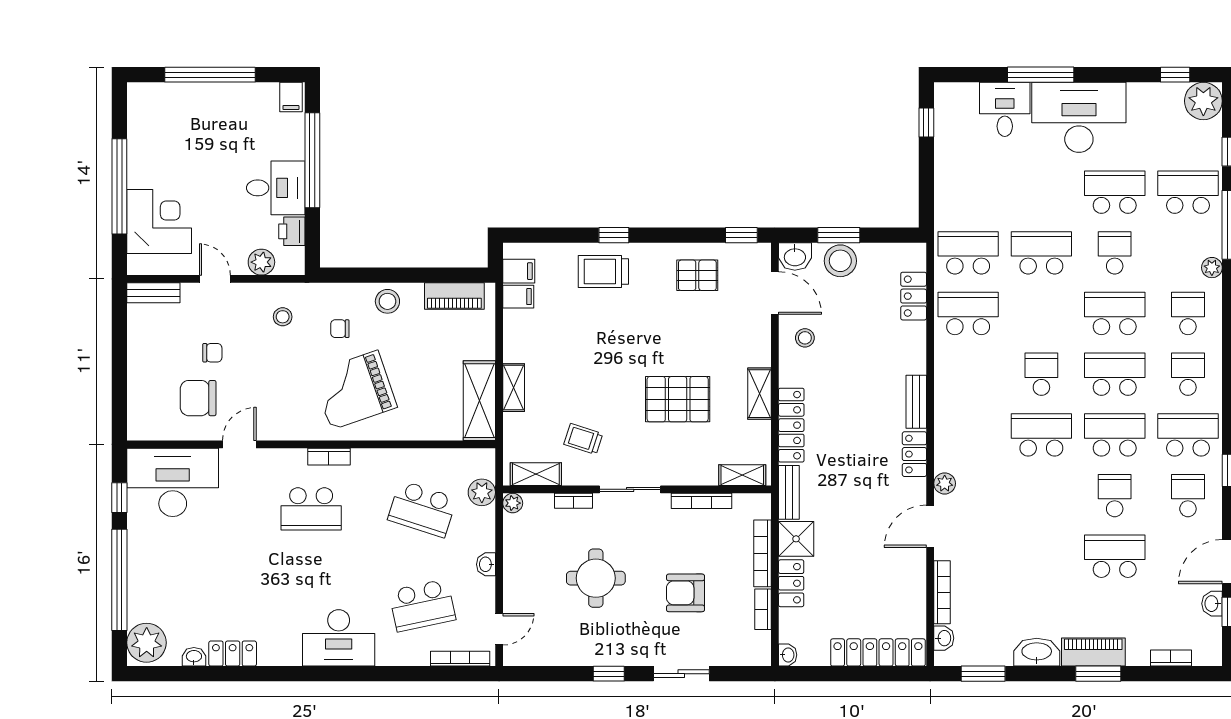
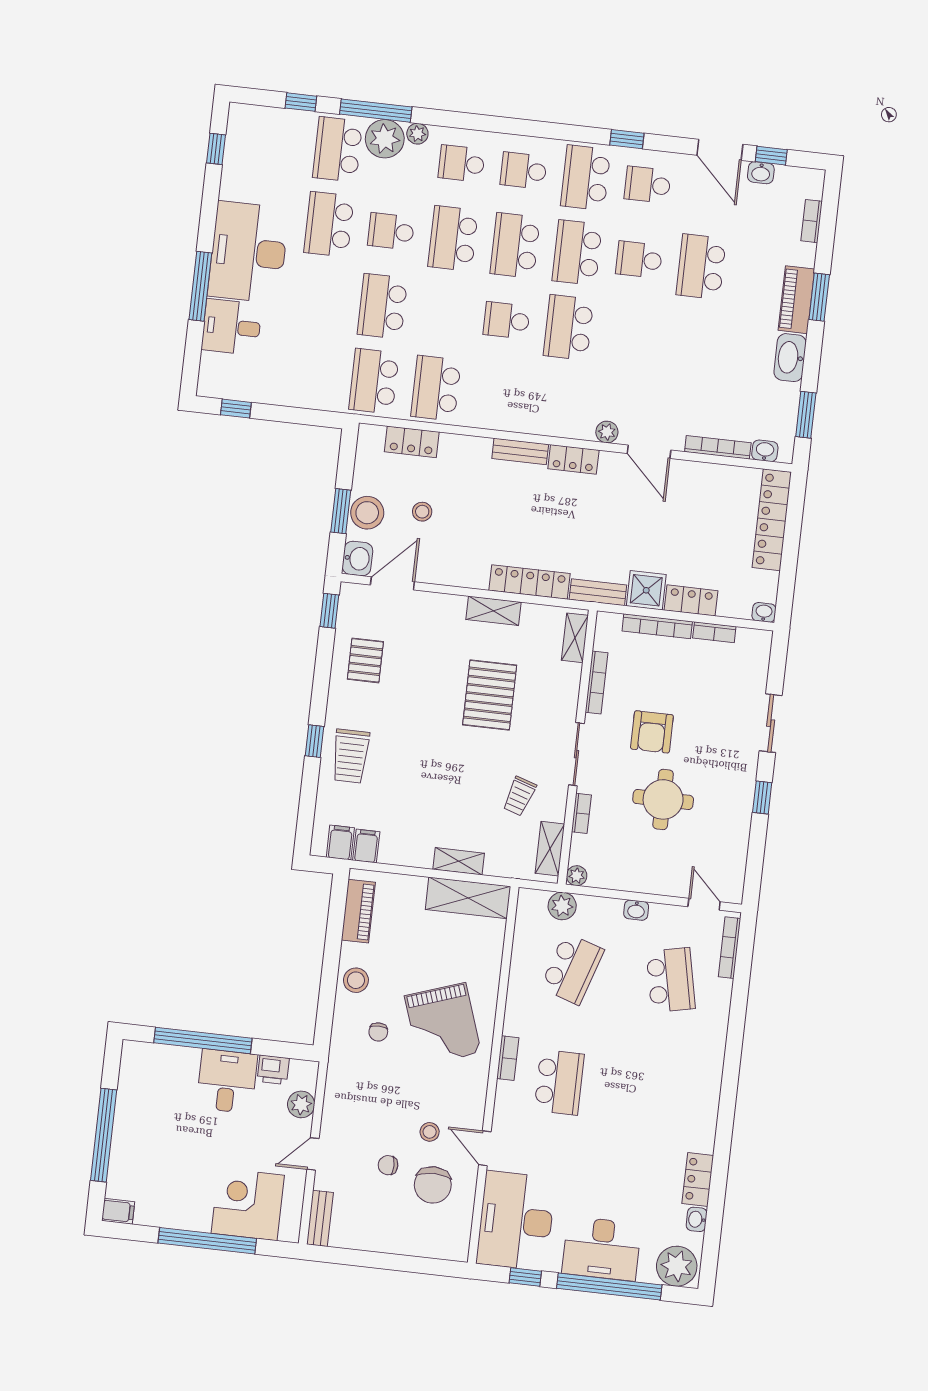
filing cabinet: (291, 97) -> (118, 1211), moved
plant: (1203, 101) -> (385, 139), moved
stool: (283, 317) -> (430, 1132), moved
stool: (805, 338) -> (422, 512), moved
chair: (212, 353) -> (388, 1165), turned -90
armchair: (686, 593) -> (652, 732), moved
desk: (339, 638) -> (602, 1249), moved, turned 90

